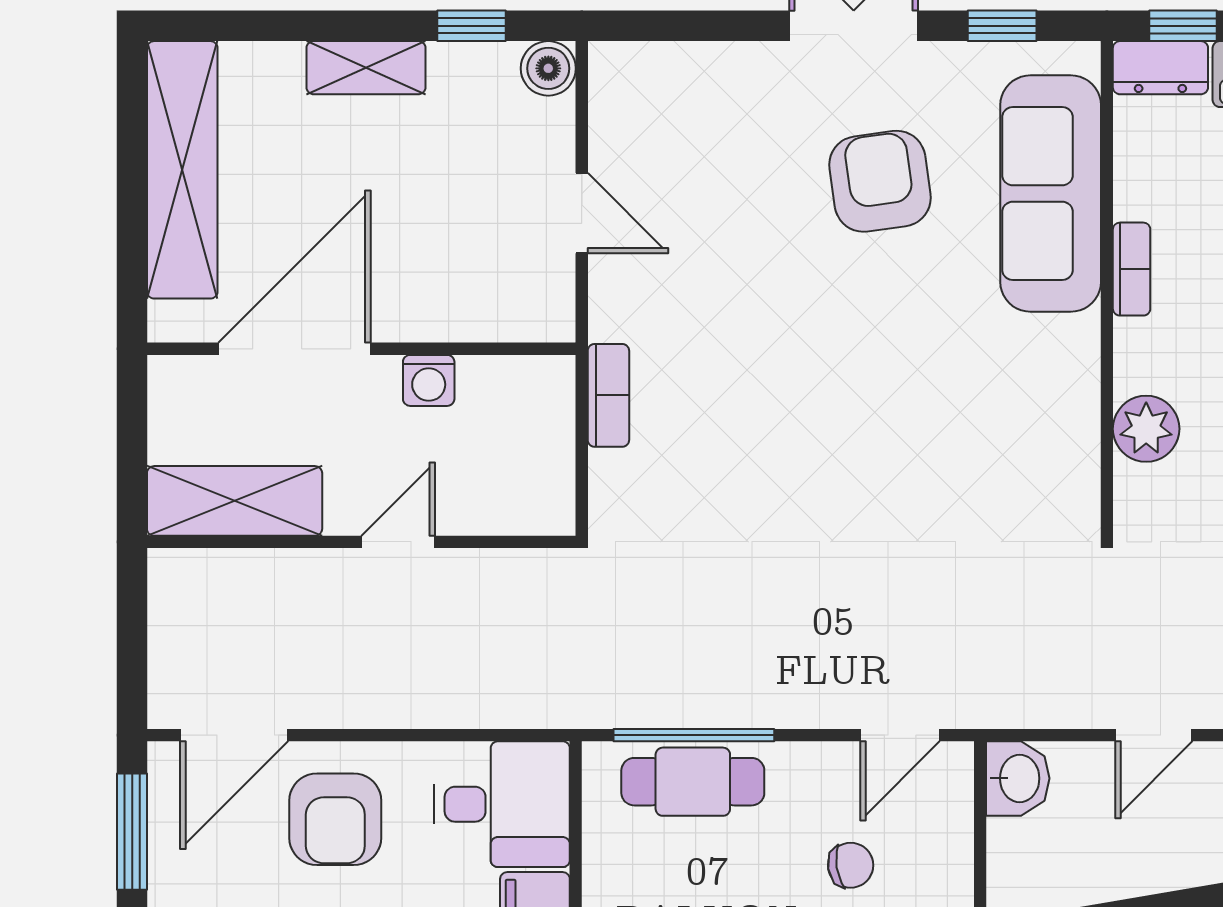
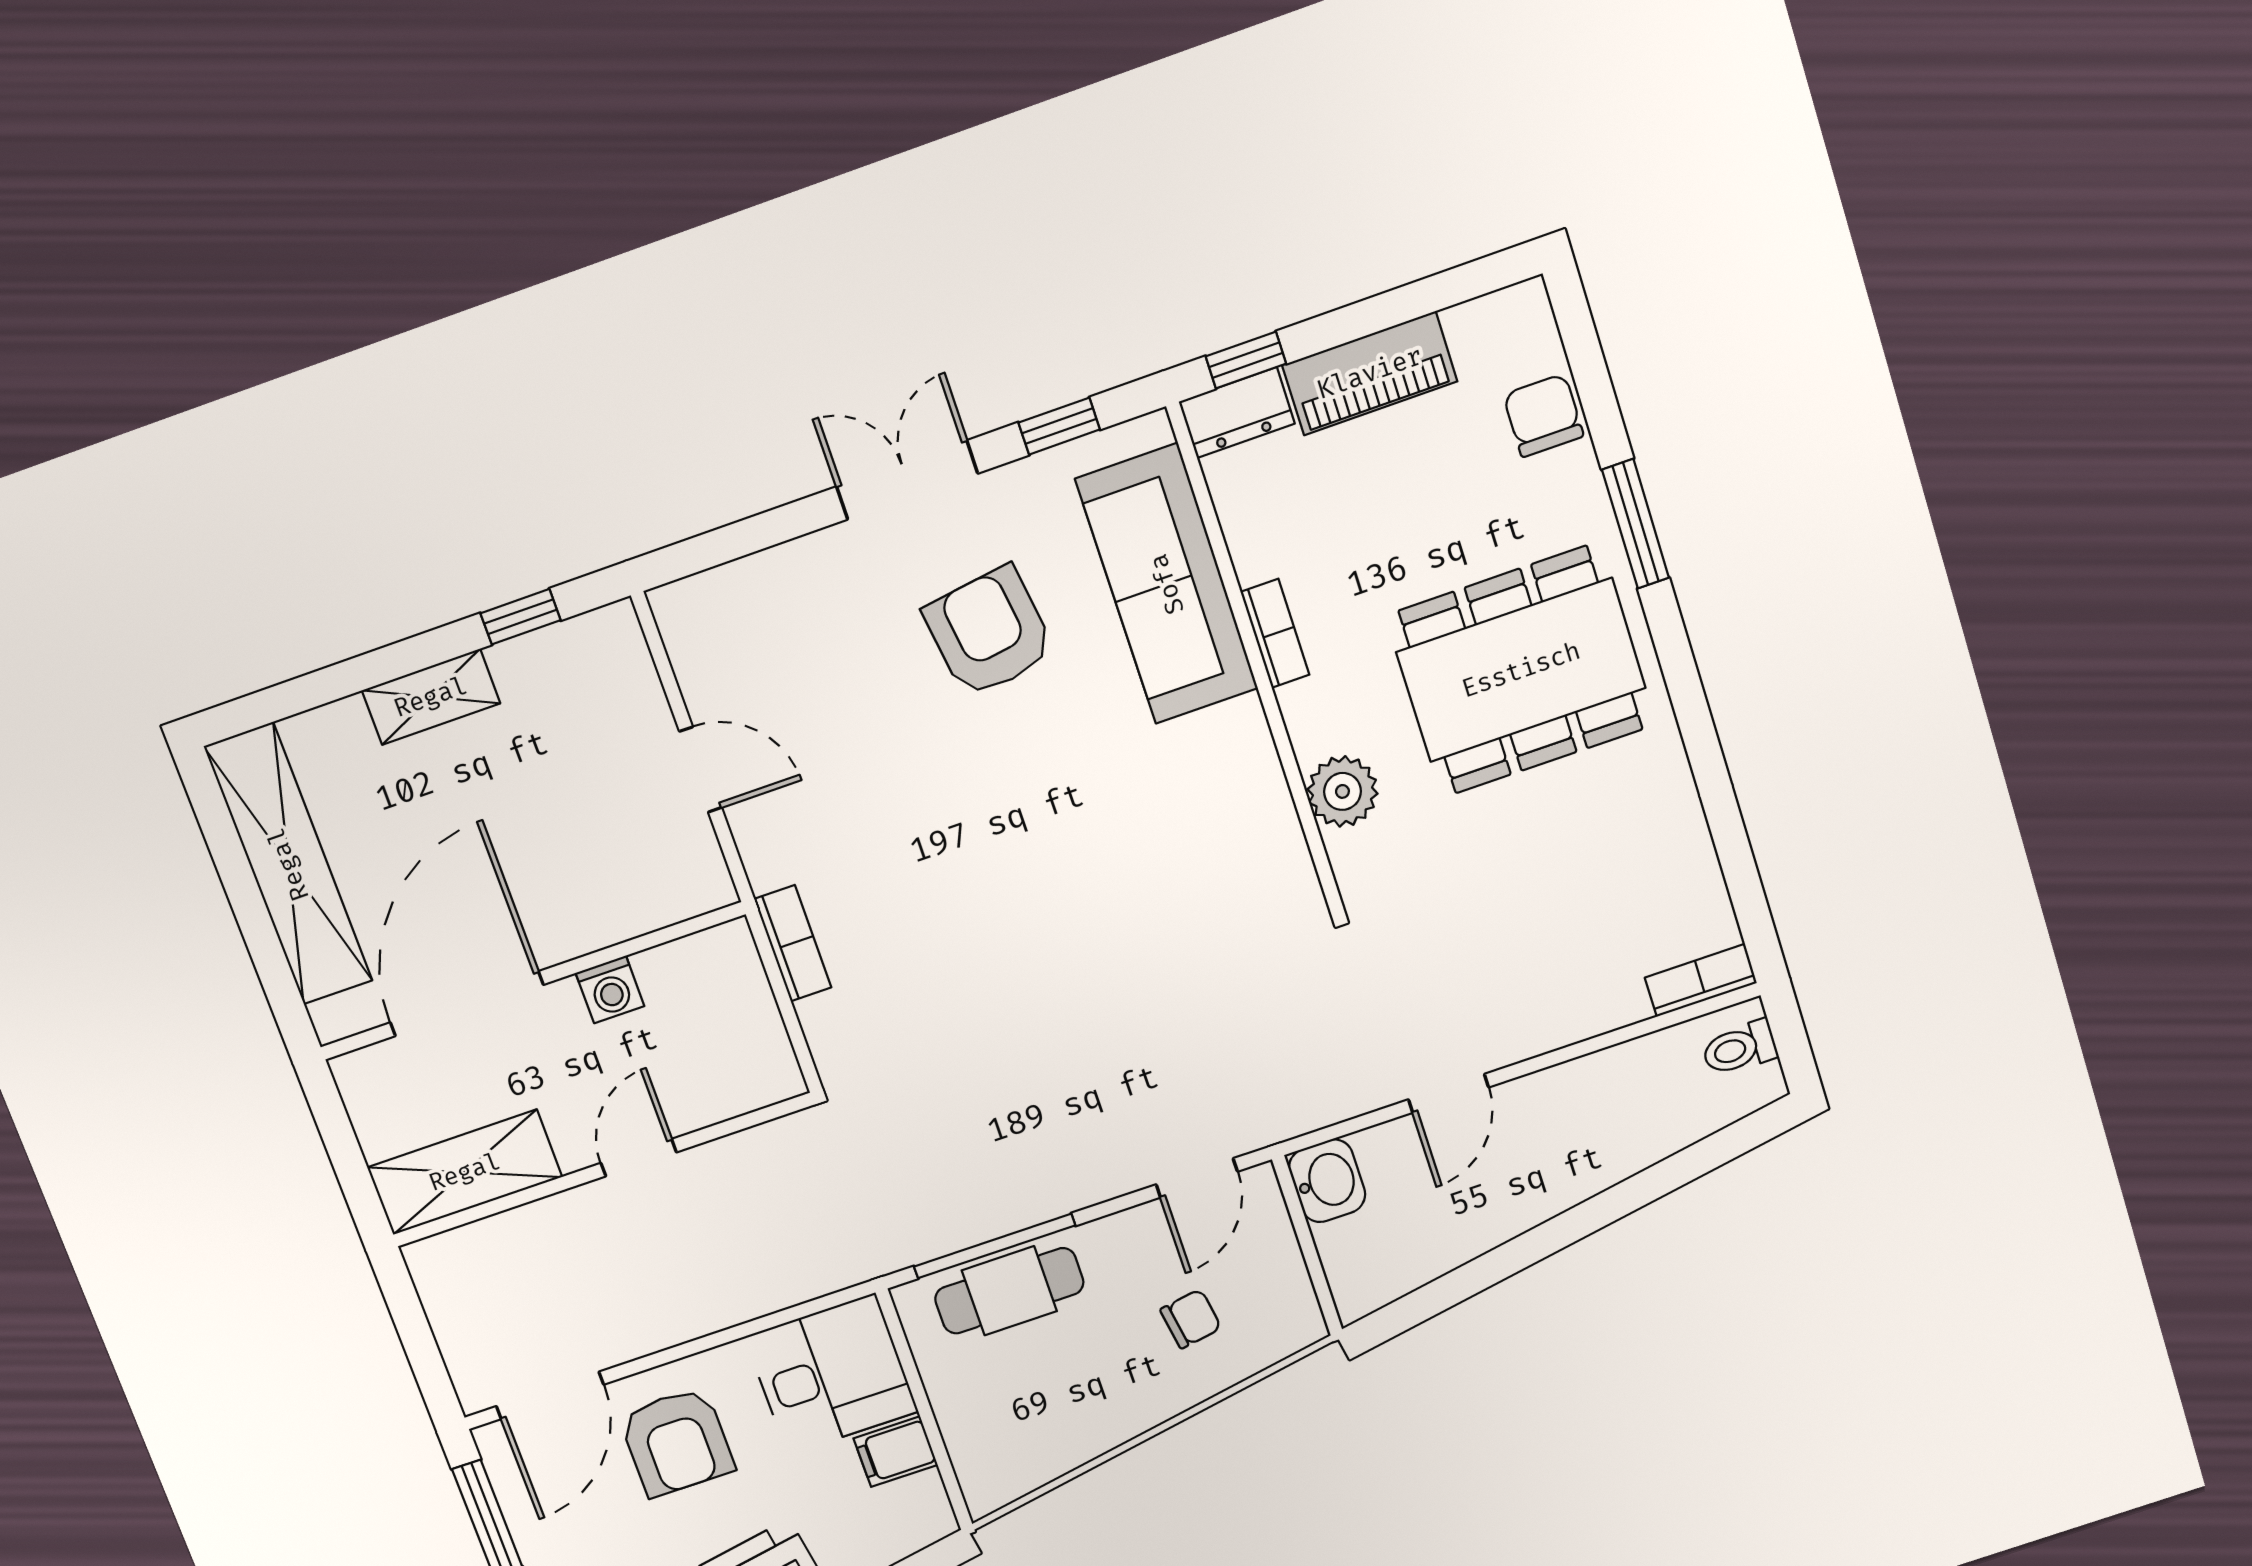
boiler: (548, 68) -> (614, 633), removed

